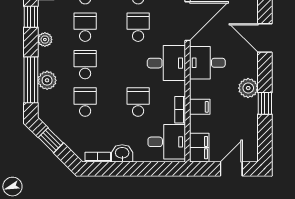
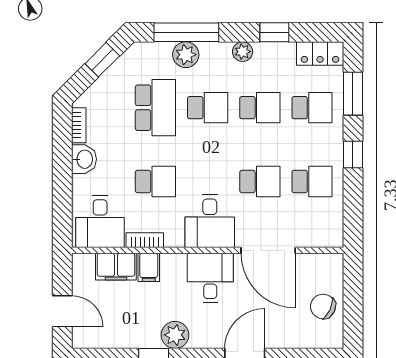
school desk: (85, 102) -> (155, 108), width x1.85
filing cabinet: (199, 148) -> (116, 267), moved

